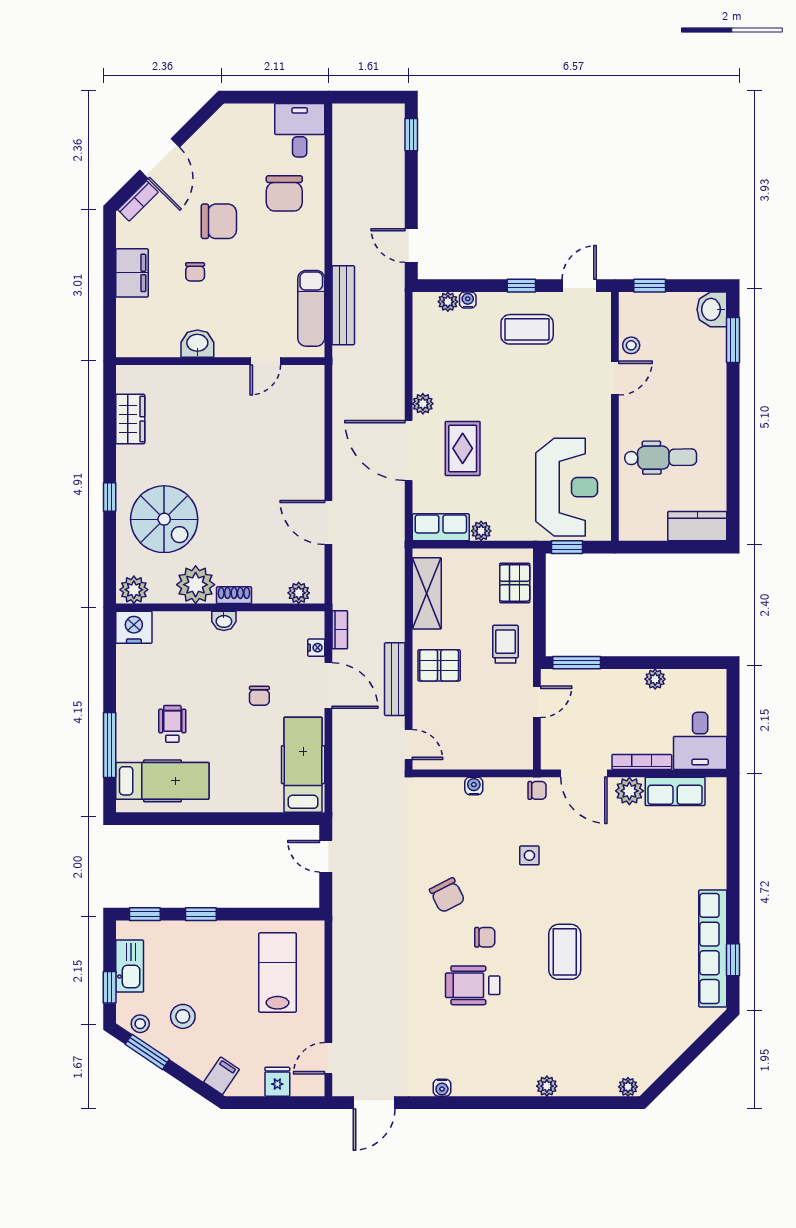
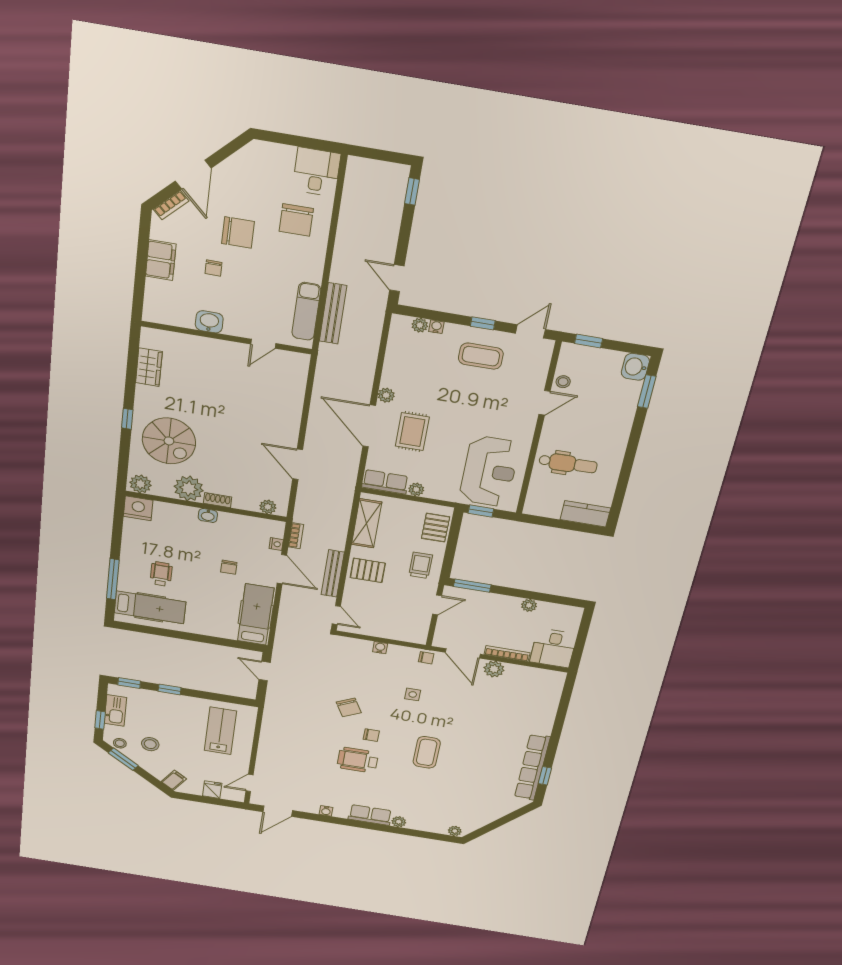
row of seats: (675, 791) -> (370, 815), moved, turned 180

